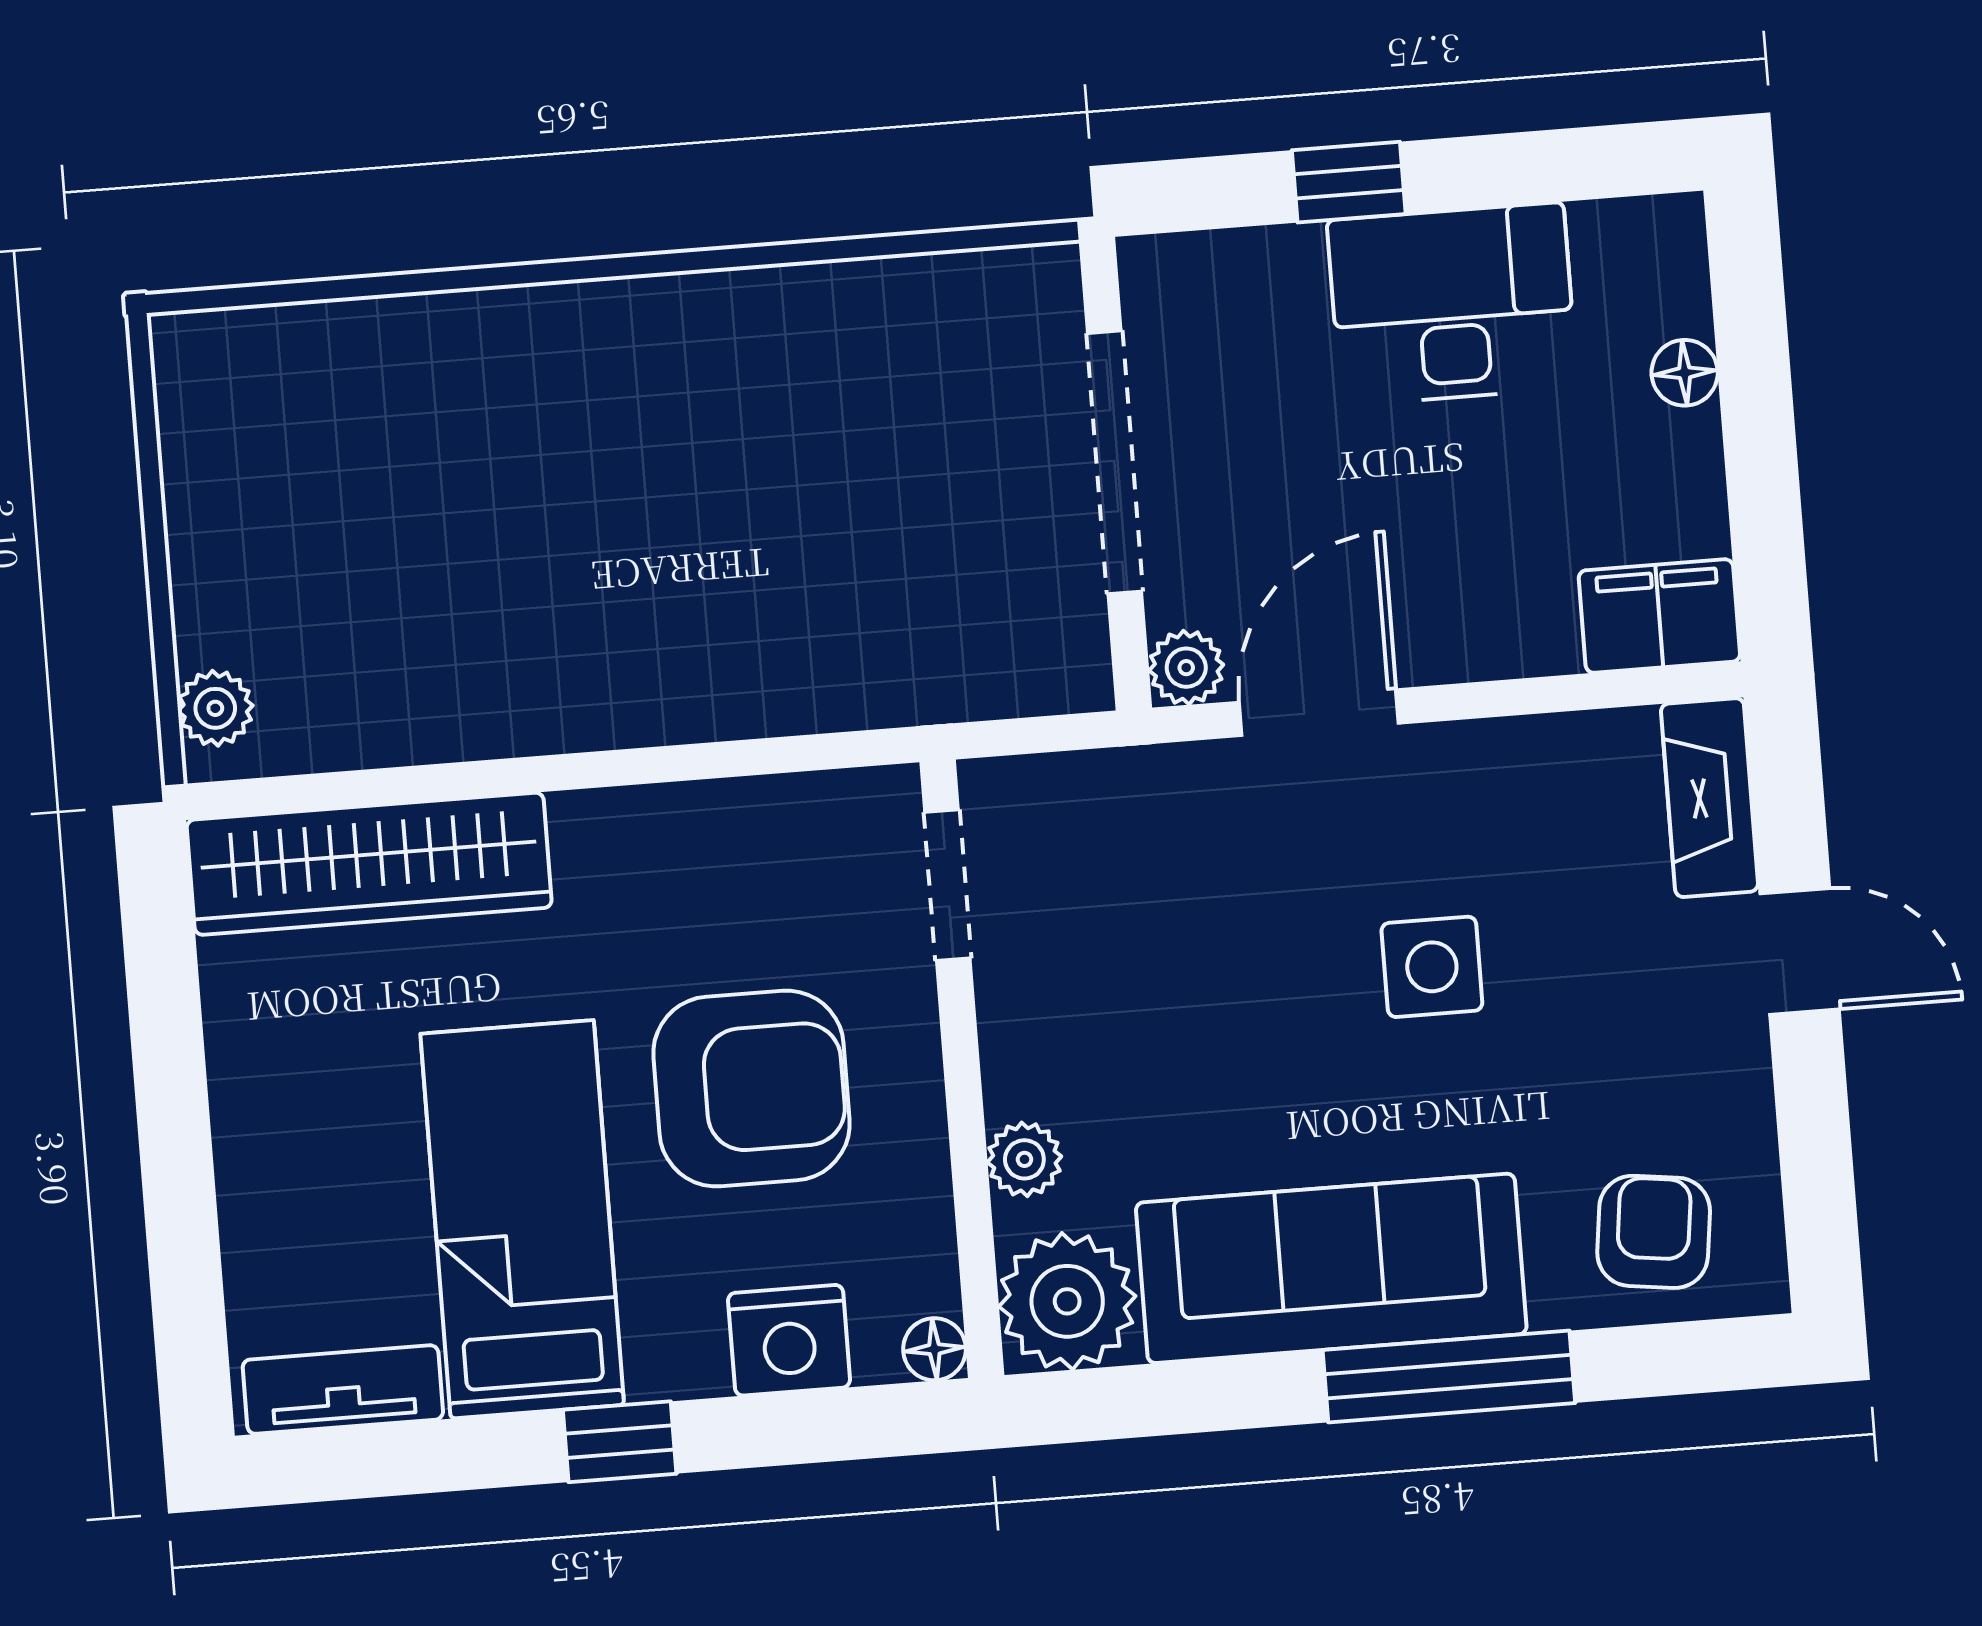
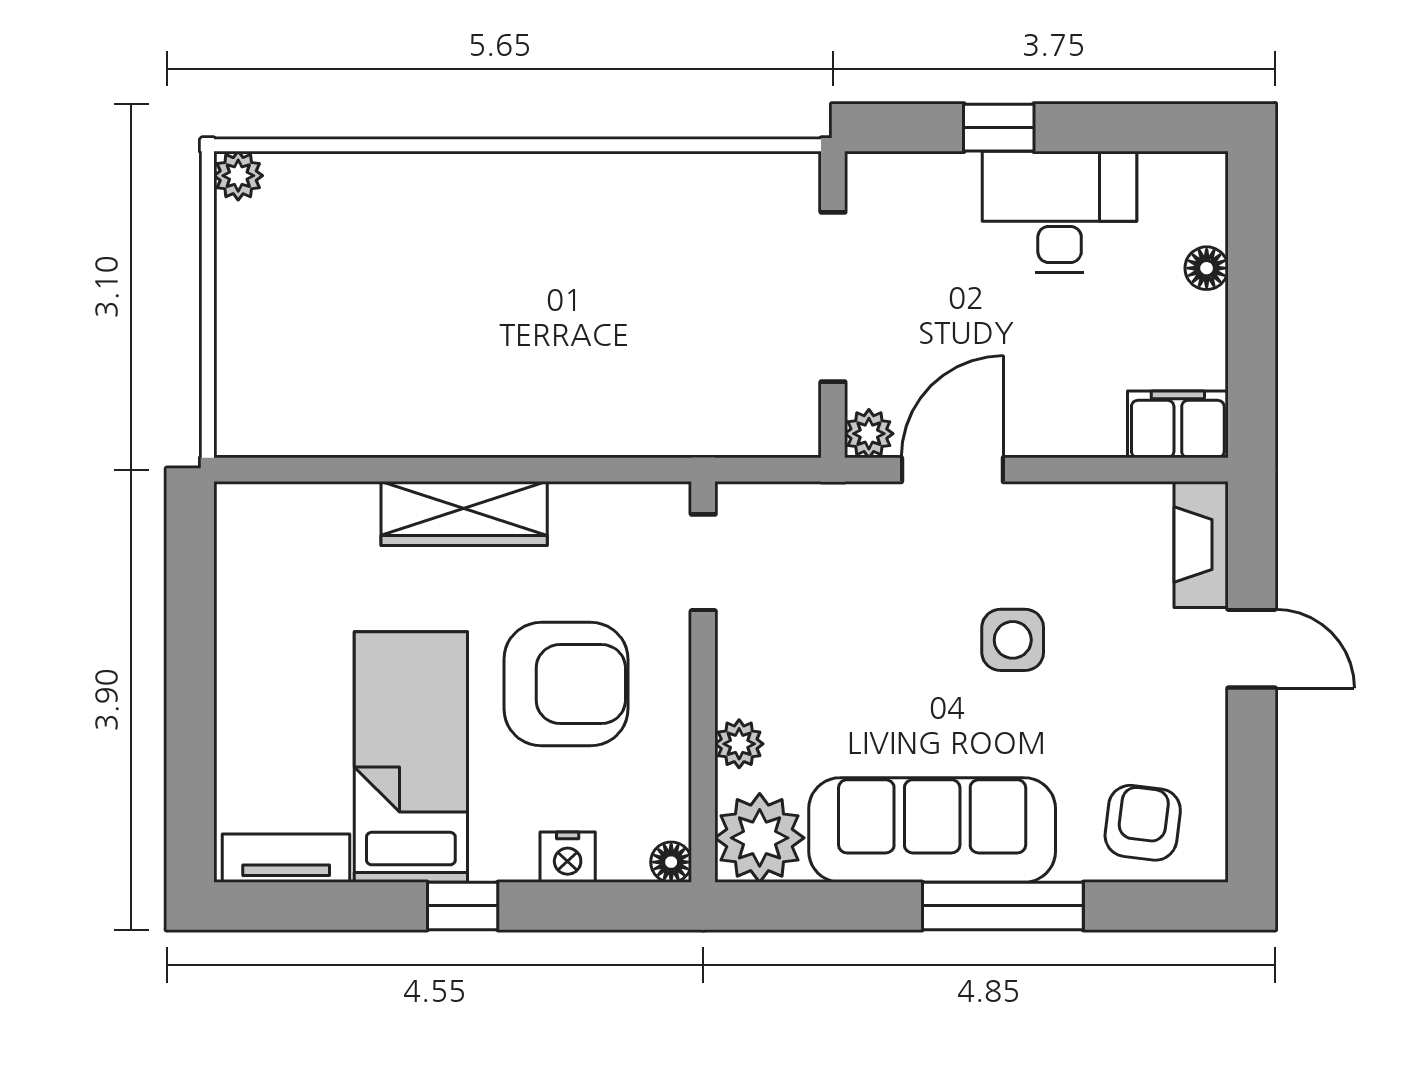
plant: (215, 708) -> (238, 176), moved
wardrobe: (369, 864) -> (464, 514), moved, width x0.71, depth x0.85
nightstand: (789, 1340) -> (568, 857), width x0.74, depth x0.75

